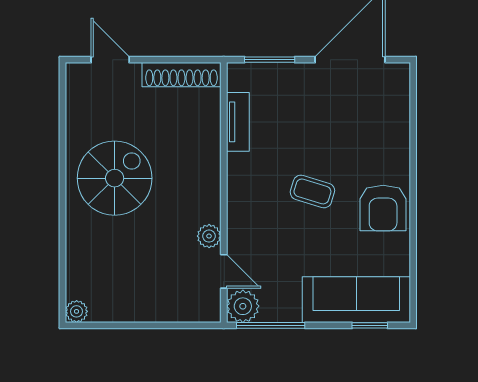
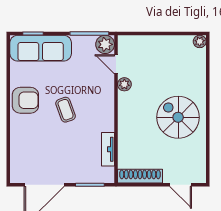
spiral stairs: (115, 178) -> (178, 117), turned 90
coffee table: (312, 191) -> (66, 110), turned 53
armchair: (383, 208) -> (25, 100), turned 90

